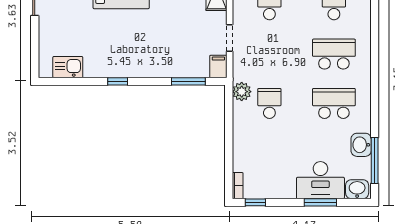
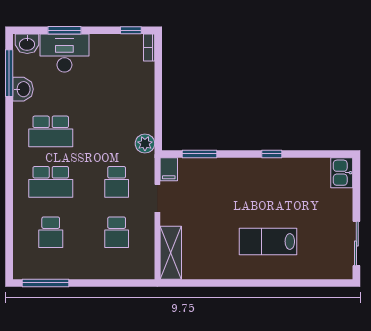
kitchen sink: (68, 67) -> (342, 173), moved, turned 90
school desk: (269, 103) -> (117, 182), moved

